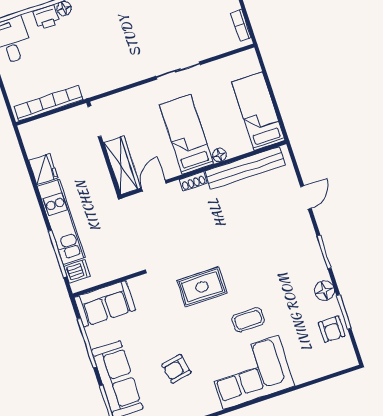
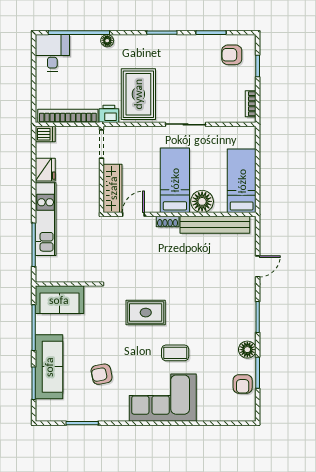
printer: (46, 17) -> (109, 114), moved, turned 180
rug: (117, 55) -> (138, 94), added
floor lamp: (219, 155) -> (202, 201), width x1.89, depth x1.89
dishwasher: (77, 271) -> (45, 134), moved

